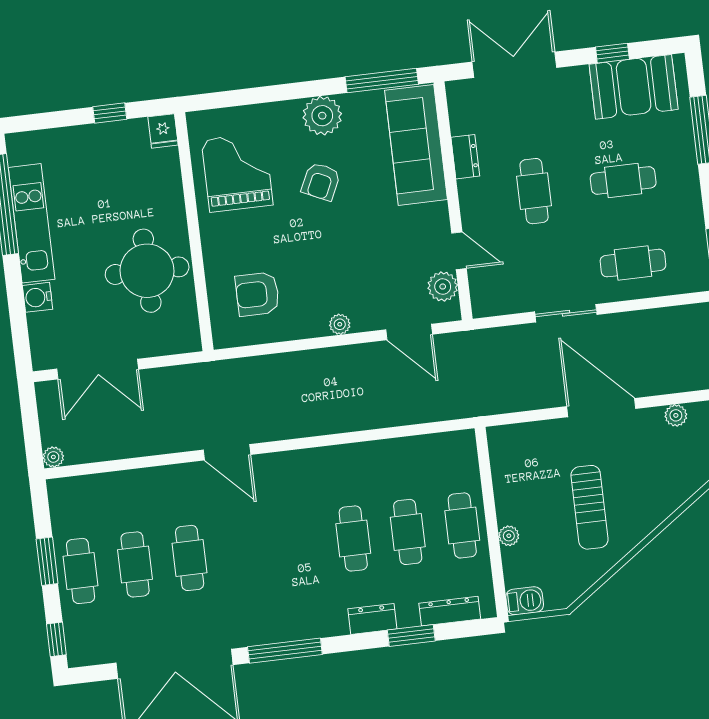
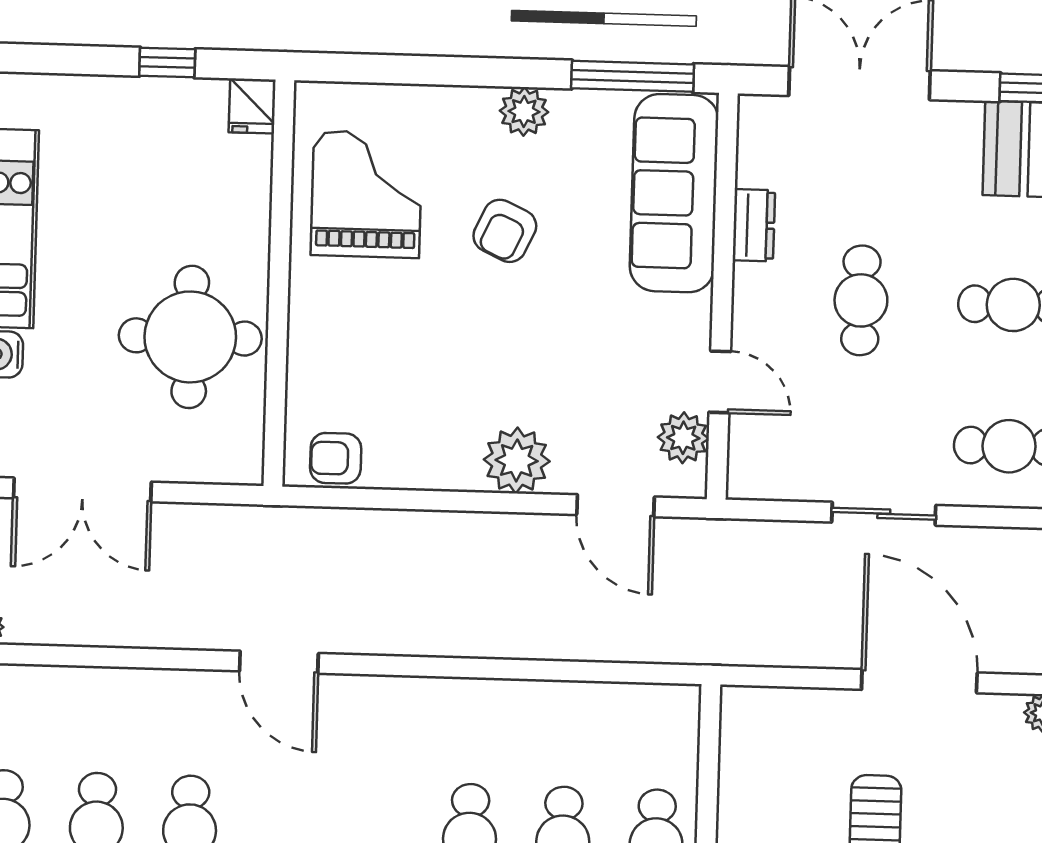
plant: (322, 116) -> (524, 111), width x0.73, depth x0.73
armchair: (257, 294) -> (336, 458), moved, width x0.72, depth x0.72
plant: (340, 324) -> (517, 460), width x1.88, depth x1.88

